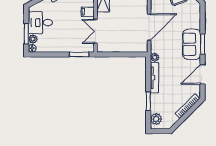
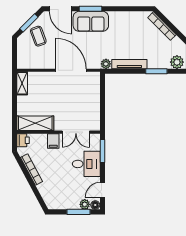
desk: (40, 23) -> (86, 164), moved, turned -90
door: (45, 54) -> (102, 190), added
door: (203, 74) -> (61, 9), moved

